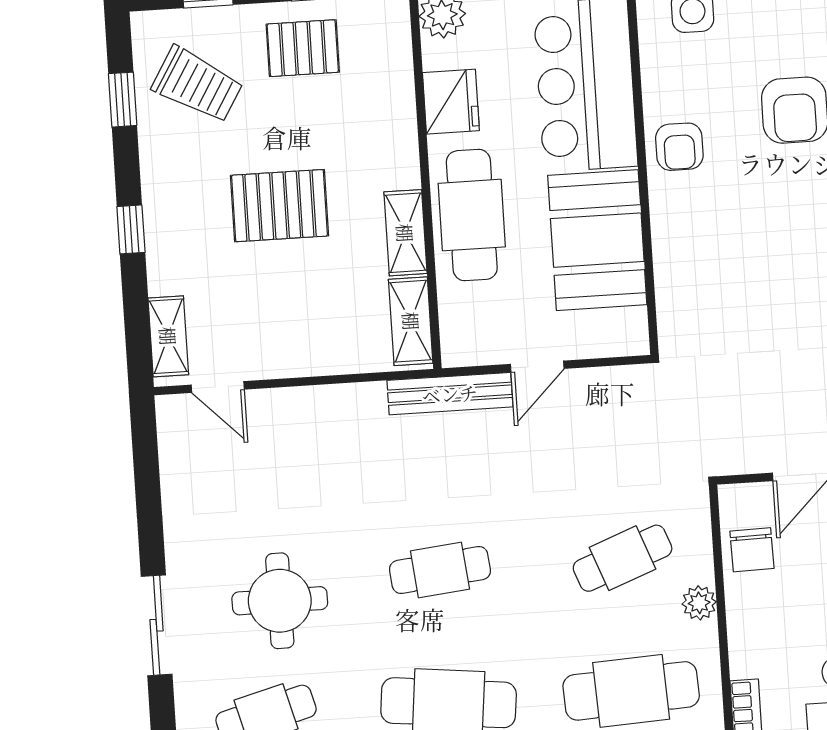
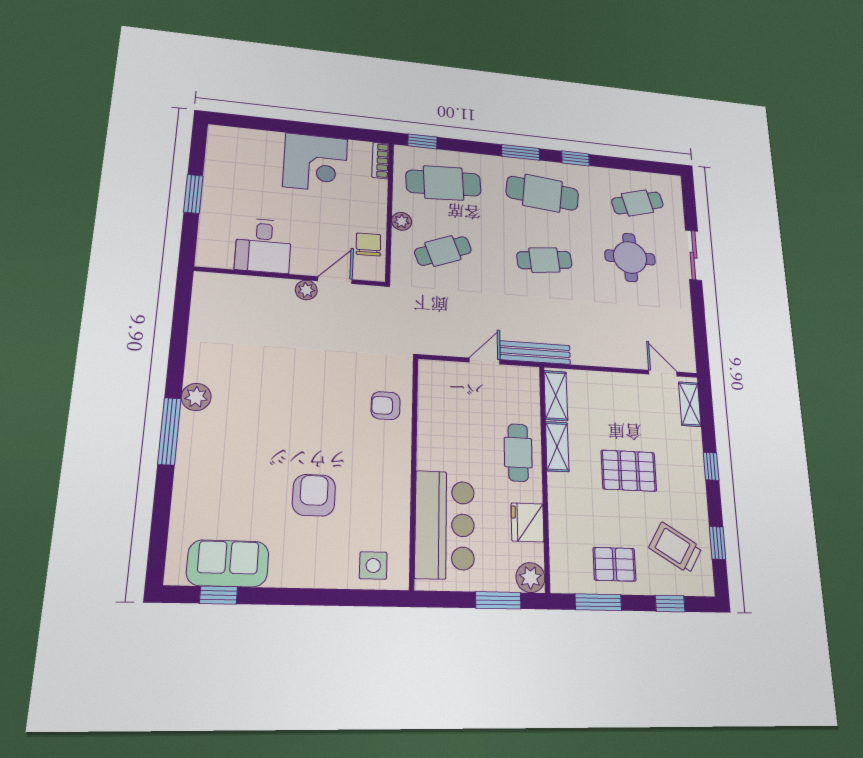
armchair: (679, 147) -> (386, 406), moved, turned -90
cafe table: (472, 215) -> (518, 453), width x0.73, depth x0.74
booth: (597, 240) -> (444, 429), removed

